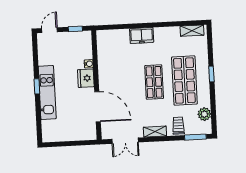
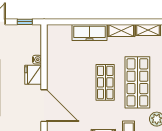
shelving: (167, 32) -> (121, 31), added
freezer: (142, 36) -> (90, 33), width x1.40

